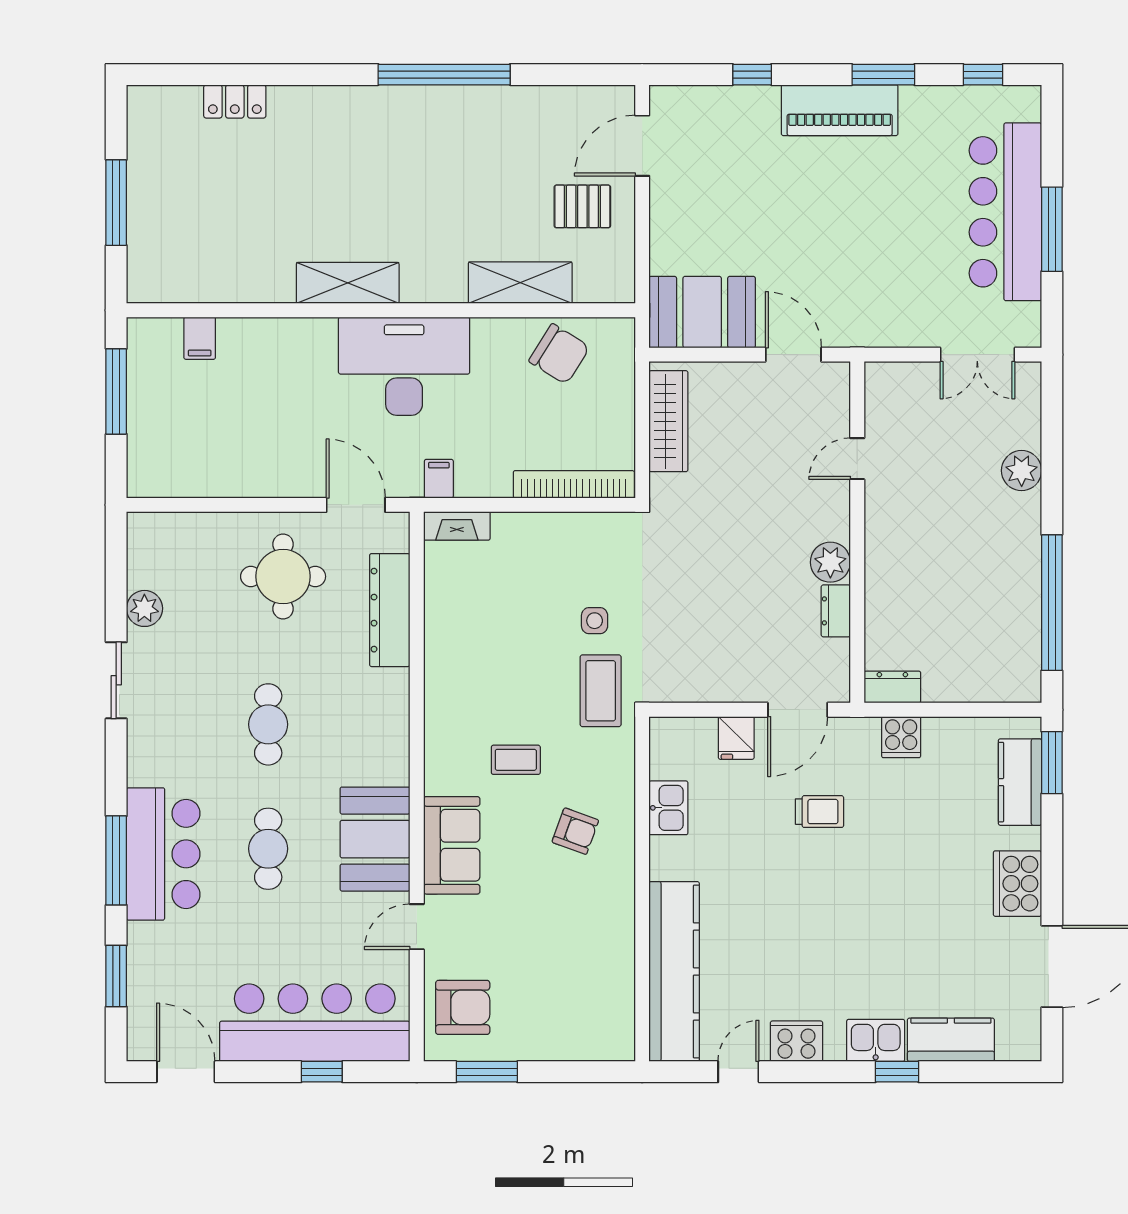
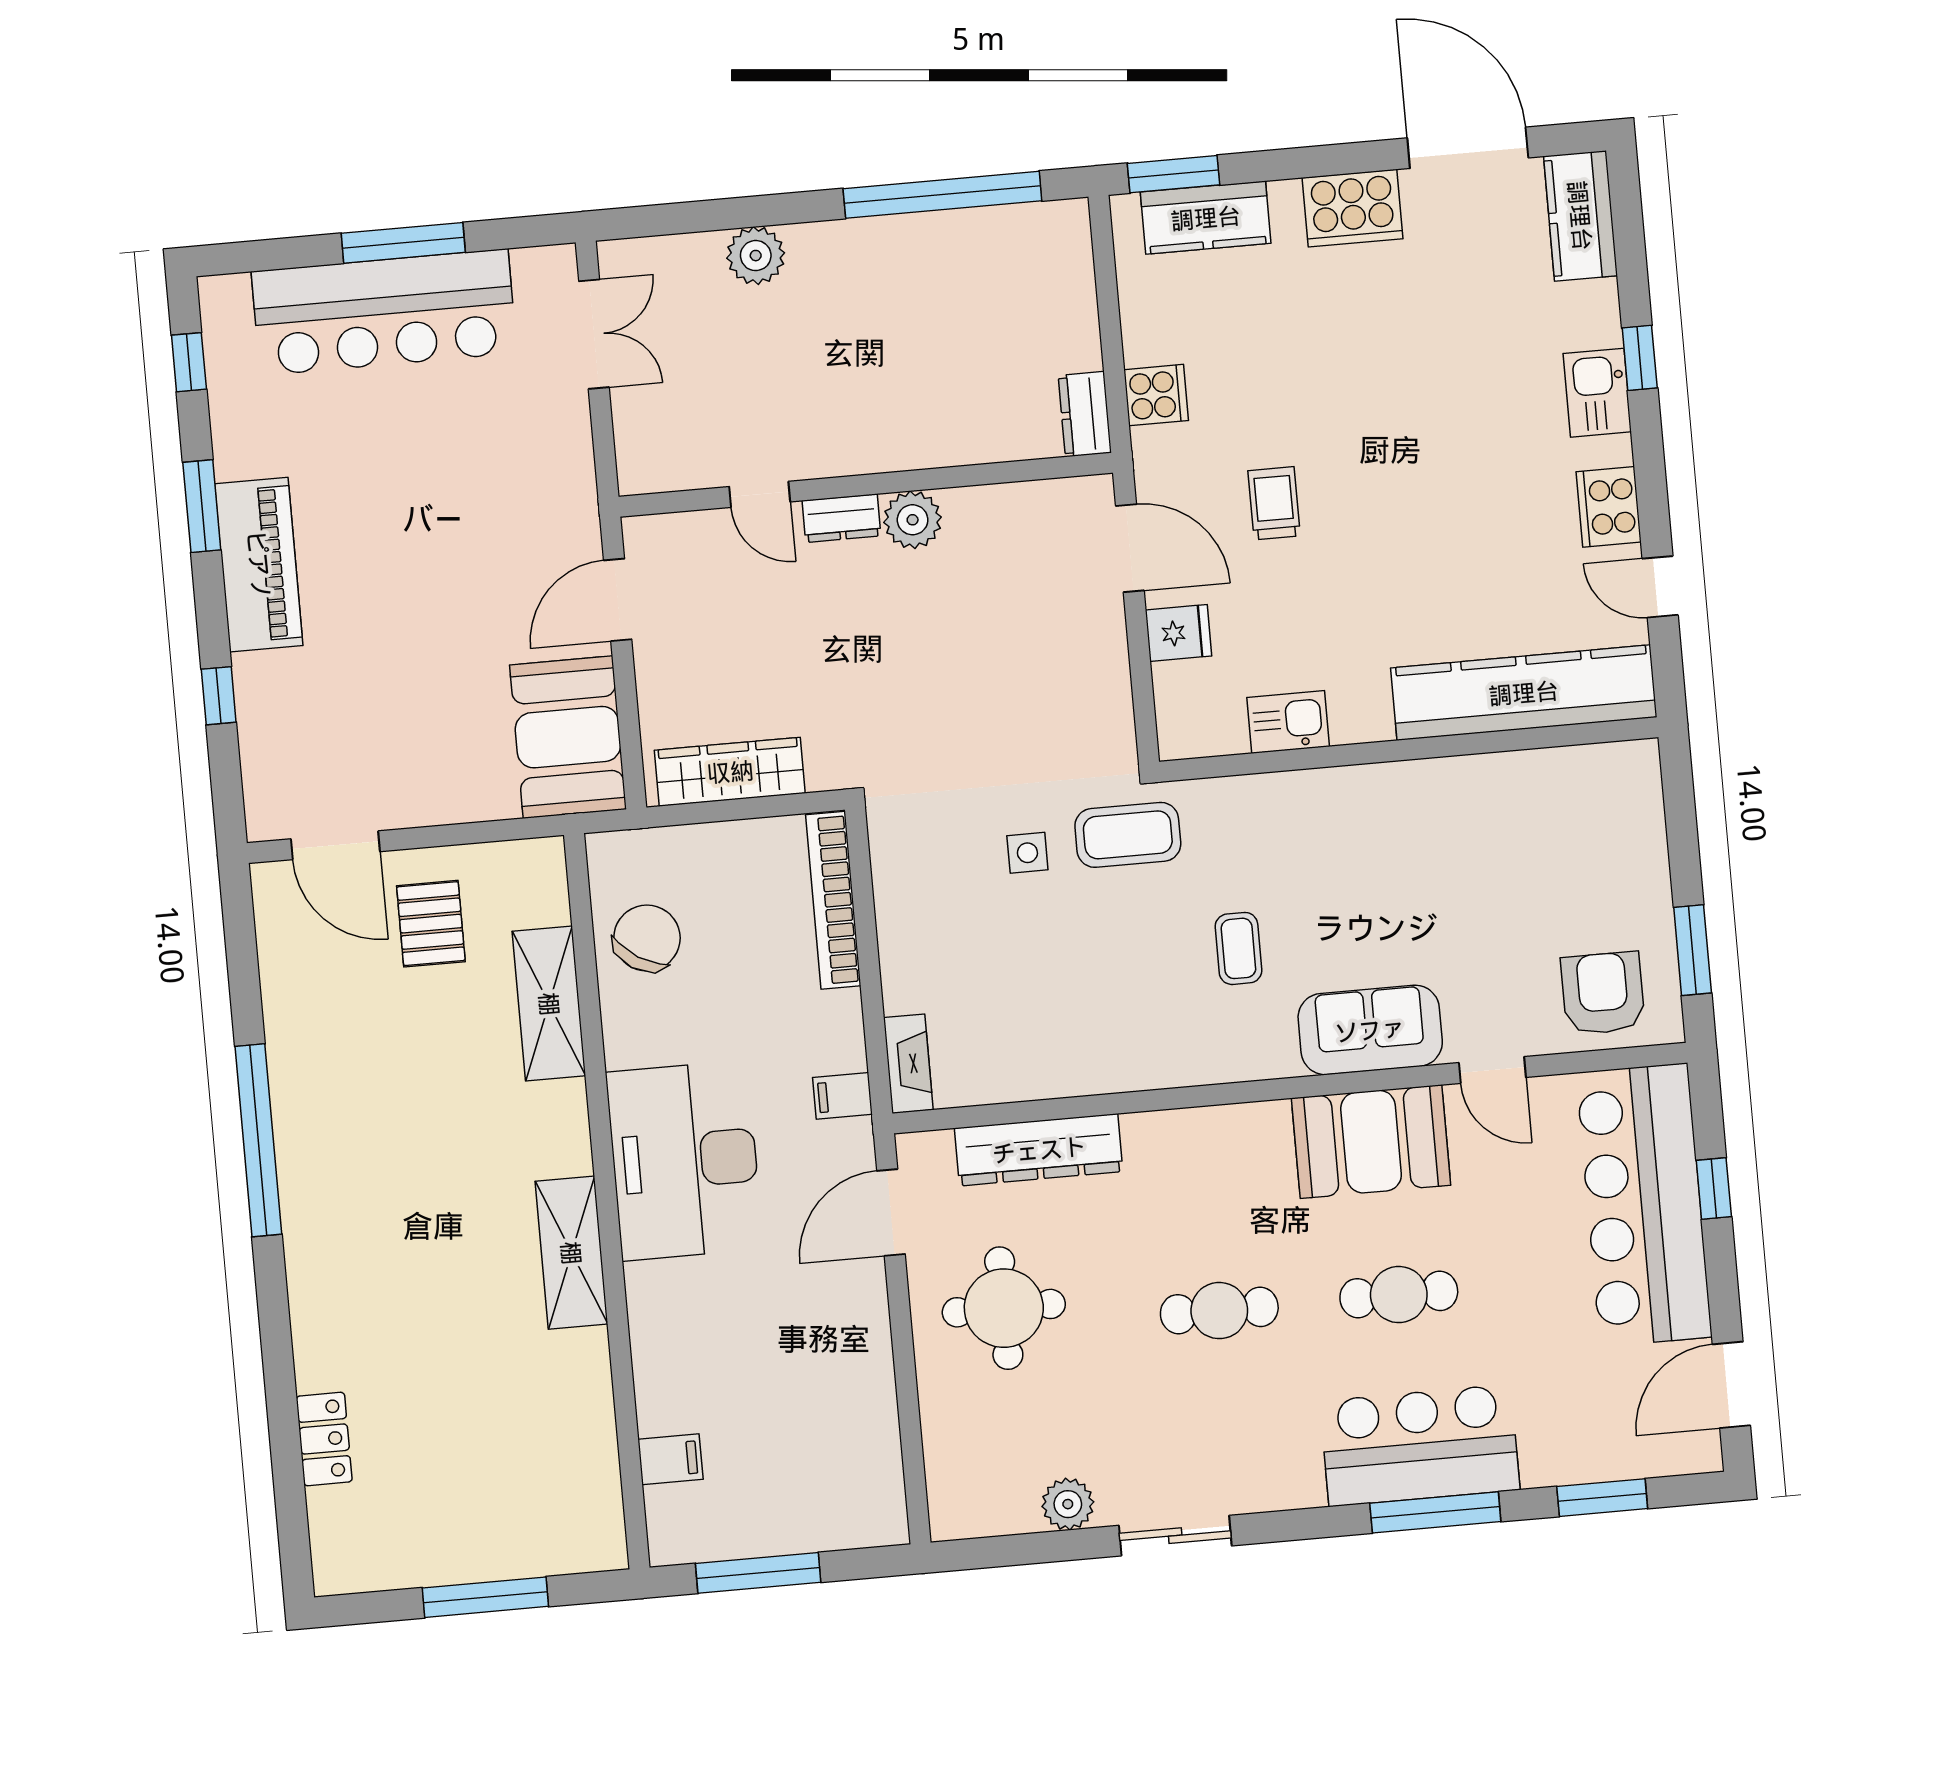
dresser: (836, 611) -> (841, 518), moved
armchair: (575, 831) -> (1334, 853), removed
kitchen counter: (951, 1040) -> (1580, 216), moved

